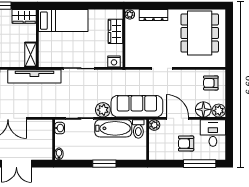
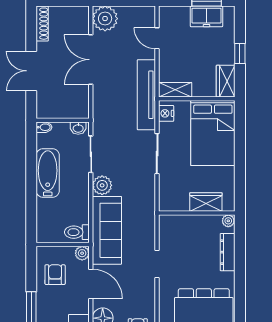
bed: (63, 21) -> (213, 133), width x1.50
nightstand: (114, 61) -> (166, 113), moved
door: (177, 118) -> (91, 284), hinge flipped
bathtub: (113, 128) -> (48, 173), moved, turned 180
armchair: (186, 143) -> (55, 275), moved
window: (104, 164) -> (31, 187), removed

